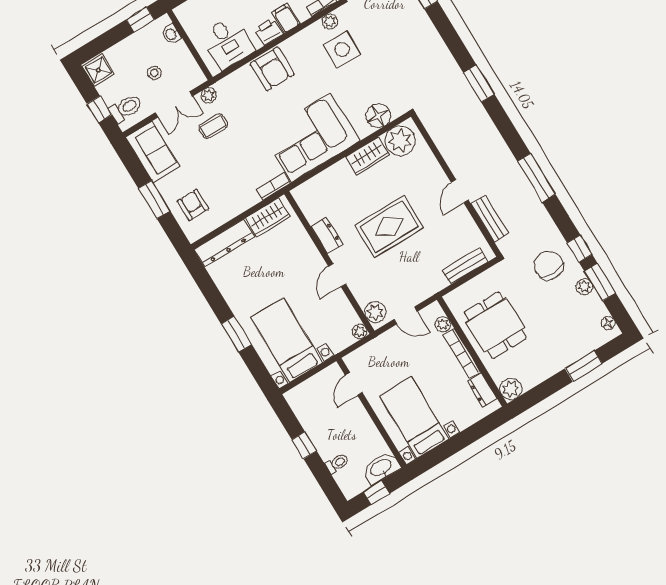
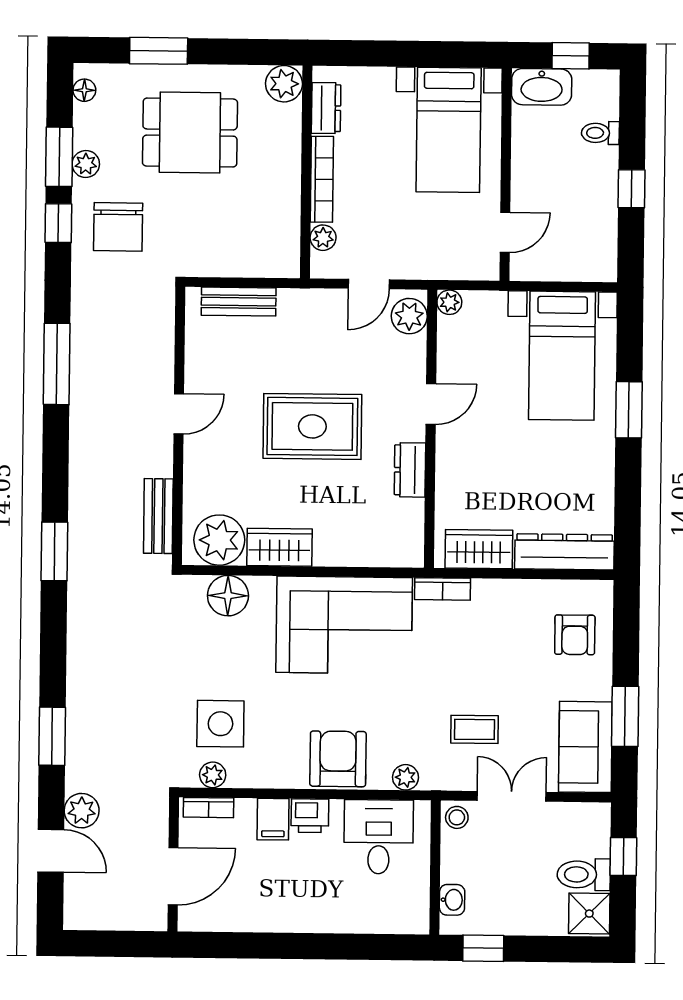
stool: (154, 73) -> (457, 817), moved
plant: (209, 95) -> (405, 777), moved
toilet: (126, 108) -> (584, 874), moved
window: (154, 199) -> (625, 716), moved
bench: (490, 219) -> (158, 516), moved
door: (406, 315) -> (369, 284), swing flipped
dining table: (495, 325) -> (190, 133), moved, turned 90

